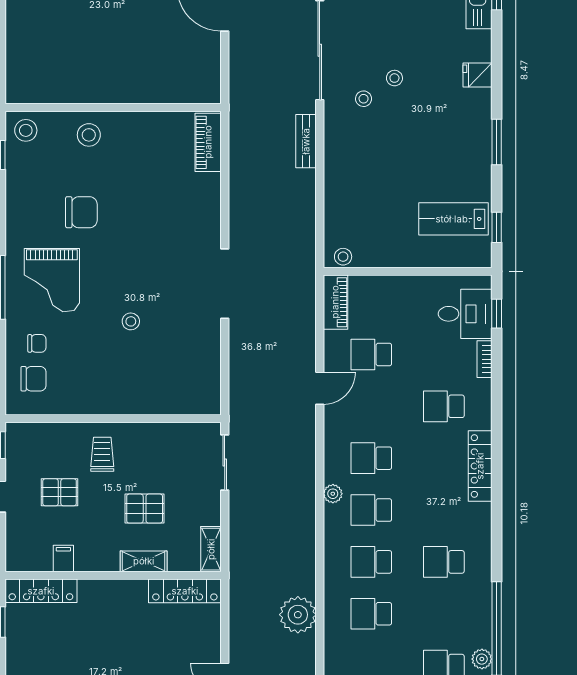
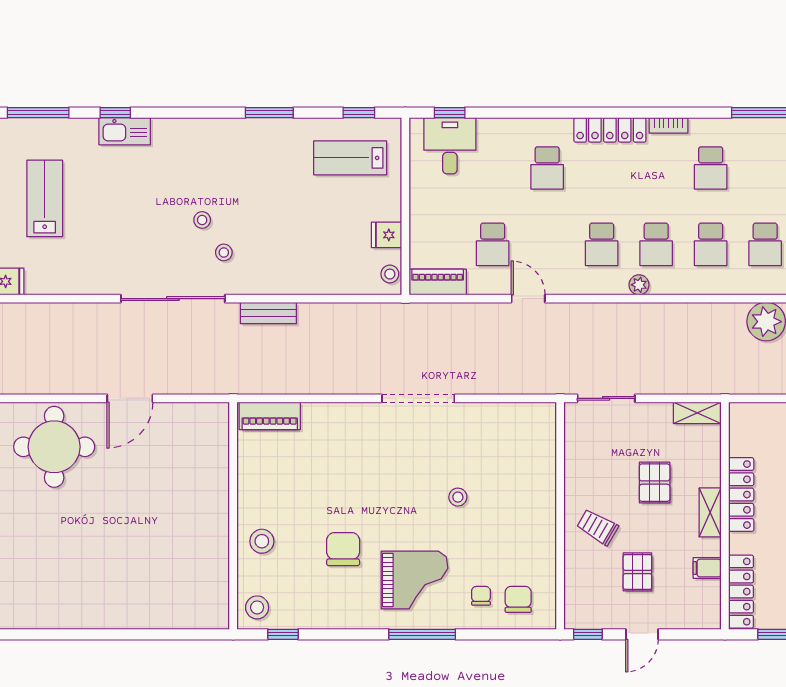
fridge: (478, 75) -> (386, 235), moved, turned 90
lab bench: (453, 219) -> (350, 158), turned 90
bookcase: (485, 359) -> (668, 125), moved
trolley: (102, 454) -> (597, 527), turned 30
shelving: (144, 561) -> (710, 512), moved
locker: (185, 591) -> (741, 495), moved

